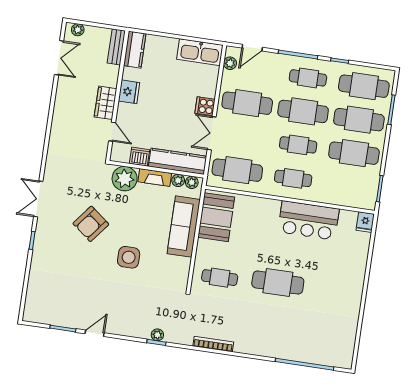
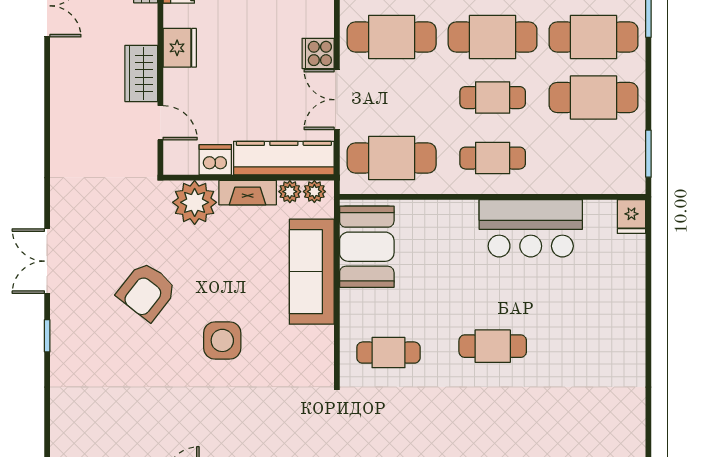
cafe table: (278, 283) -> (493, 346), width x0.73, depth x0.74

